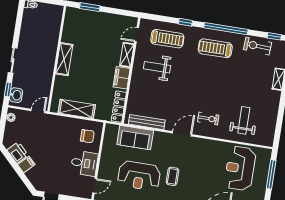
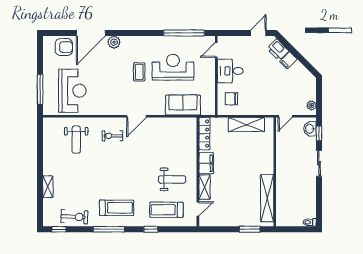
window: (226, 29) -> (109, 229), width x0.68
shelving: (64, 59) -> (267, 198), moved, width x1.47
bench: (147, 122) -> (174, 122), removed
printer: (18, 153) -> (278, 50), moved

